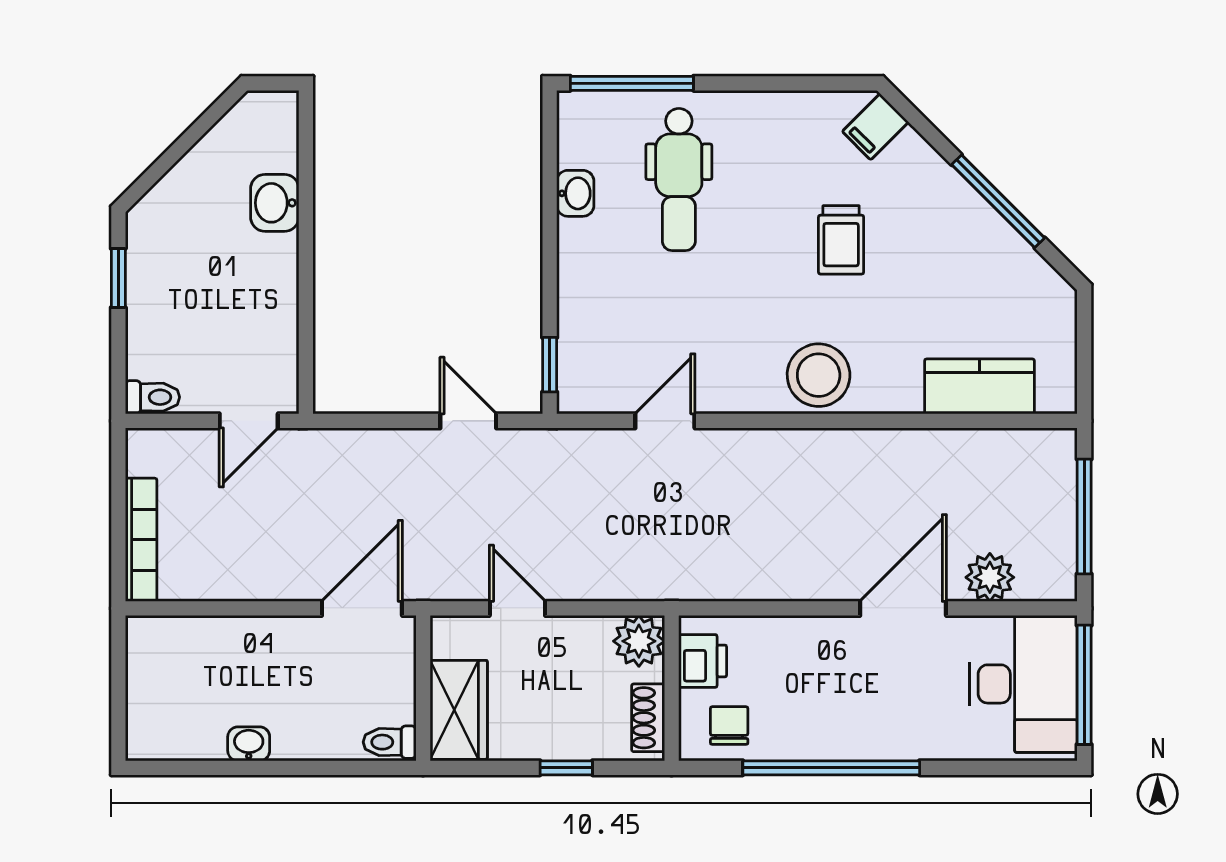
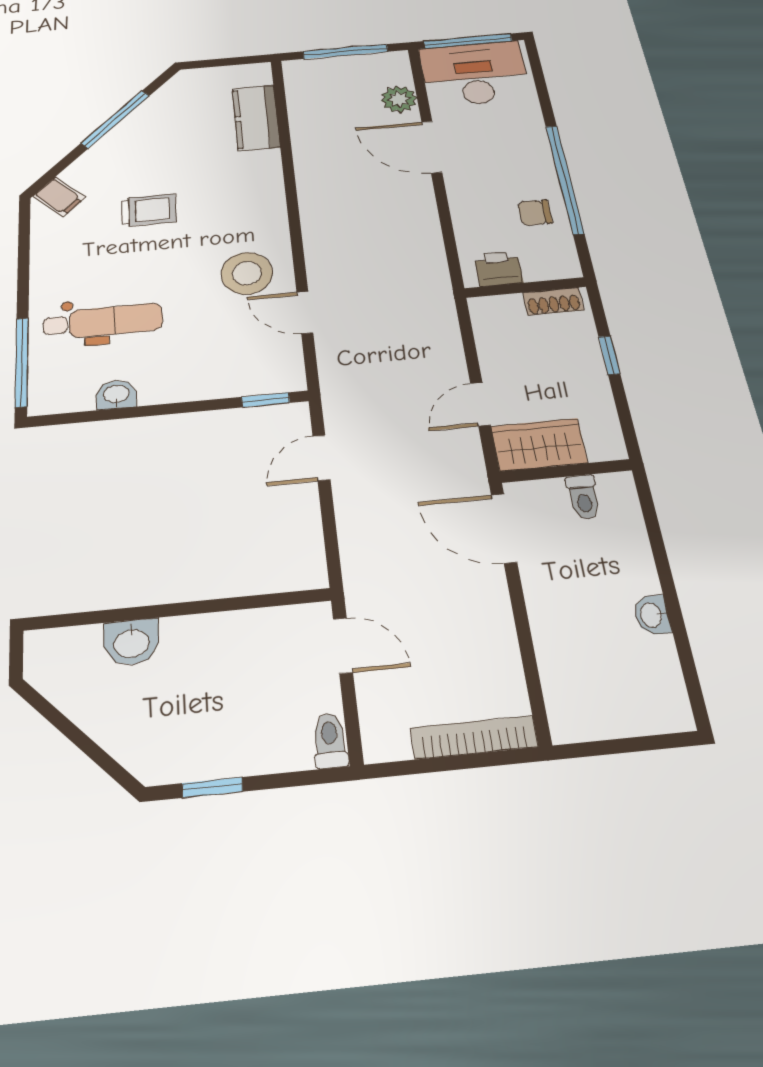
stool: (819, 375) -> (247, 273), moved
plant: (639, 641) -> (491, 314), removed
wardrobe: (459, 710) -> (539, 445), moved
chair: (729, 726) -> (535, 213), moved
toilet: (390, 742) -> (583, 497), moved

